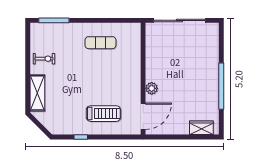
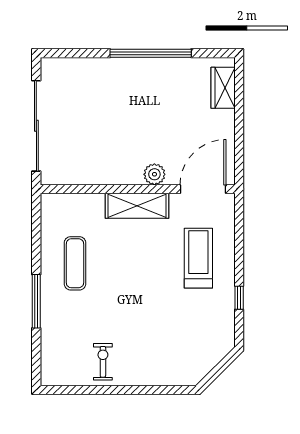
window: (54, 20) -> (36, 301), moved
shelving: (37, 93) -> (137, 206), moved
door: (143, 116) -> (203, 189), hinge flipped

